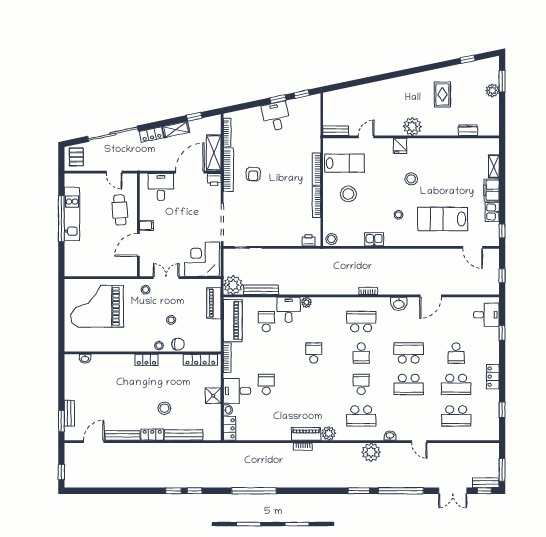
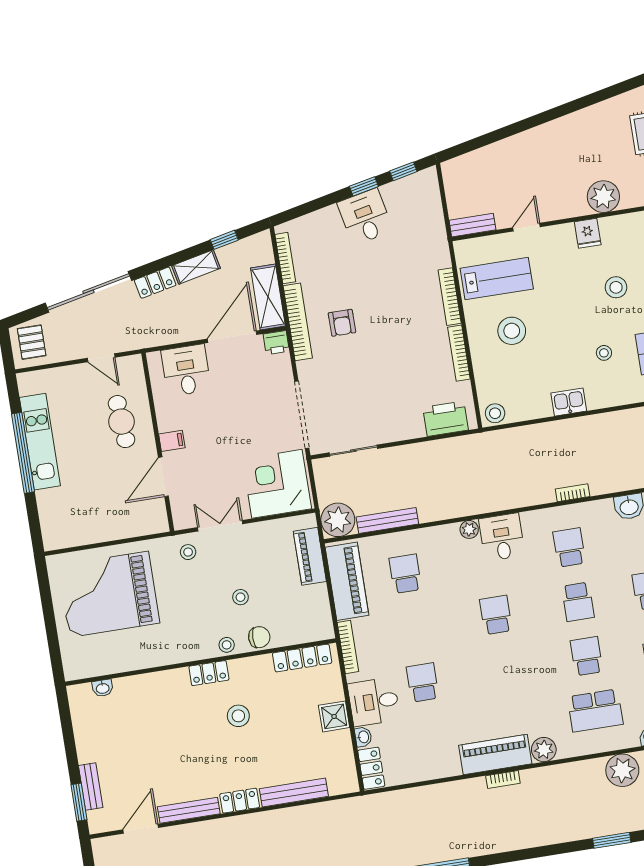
printer: (309, 240) -> (446, 419), width x1.87, depth x1.48
desk: (289, 310) -> (502, 537), moved
school desk: (361, 322) -> (569, 547), width x0.54
stool: (164, 408) -> (238, 716), moved
piano: (306, 434) -> (495, 754), width x1.37, depth x1.33

